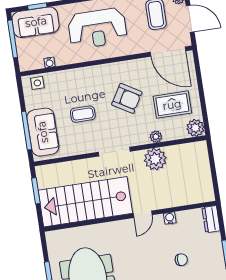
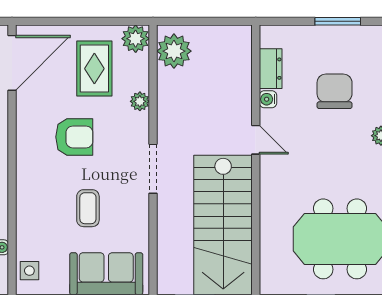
armchair: (127, 98) -> (74, 137), turned 59
plant: (155, 159) -> (174, 51), moved
dresser: (211, 219) -> (271, 69), moved, turned -90
chair: (181, 260) -> (335, 91), width x1.87, depth x1.87

